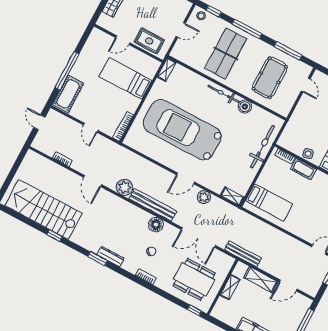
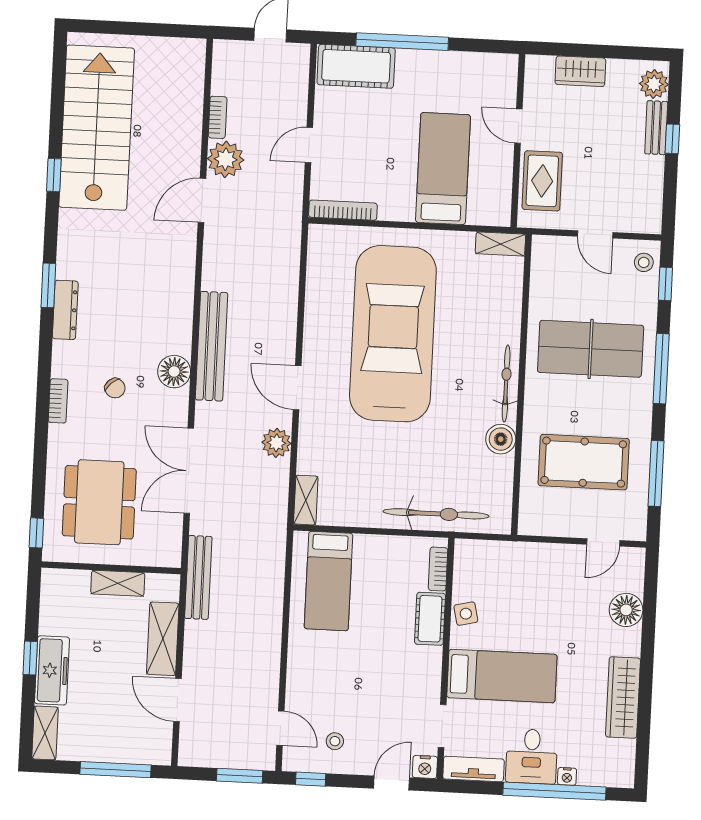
plant: (125, 187) -> (226, 159), moved

